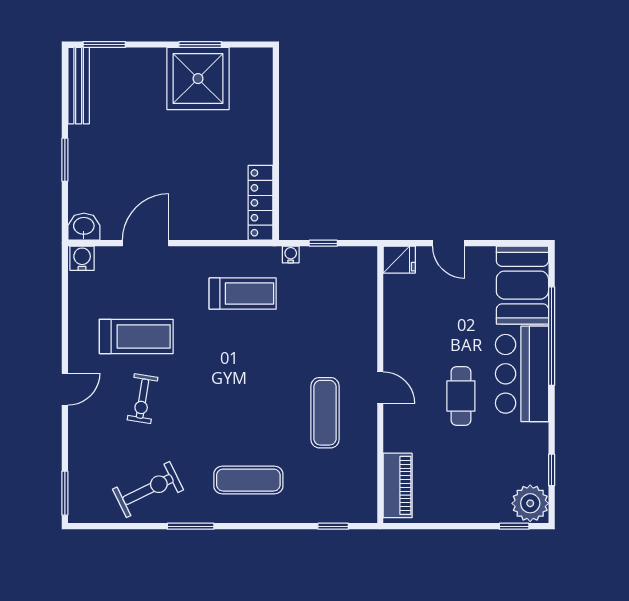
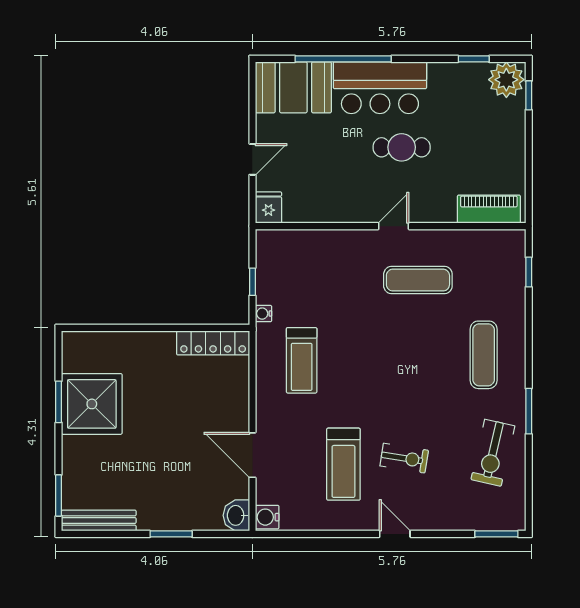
treadmill: (243, 294) -> (302, 360), turned 180
treadmill: (136, 336) -> (343, 464), turned 180
exercise bike: (148, 490) -> (493, 453), turned -141

